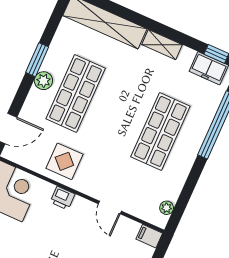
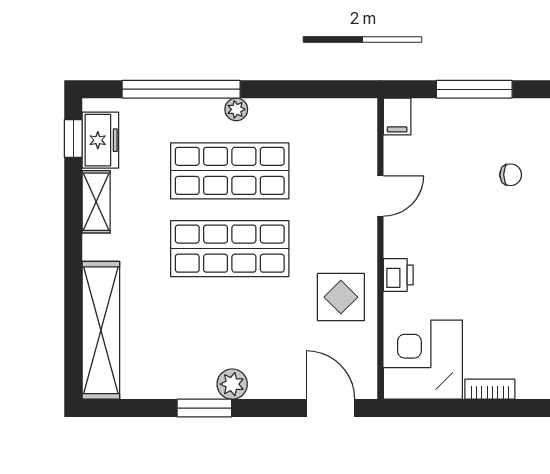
shelving: (162, 45) -> (96, 202), moved
shop shelf: (76, 93) -> (230, 249), moved
plant: (167, 208) -> (236, 109), moved

